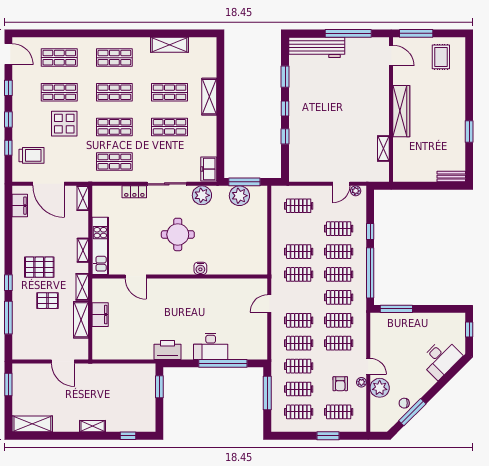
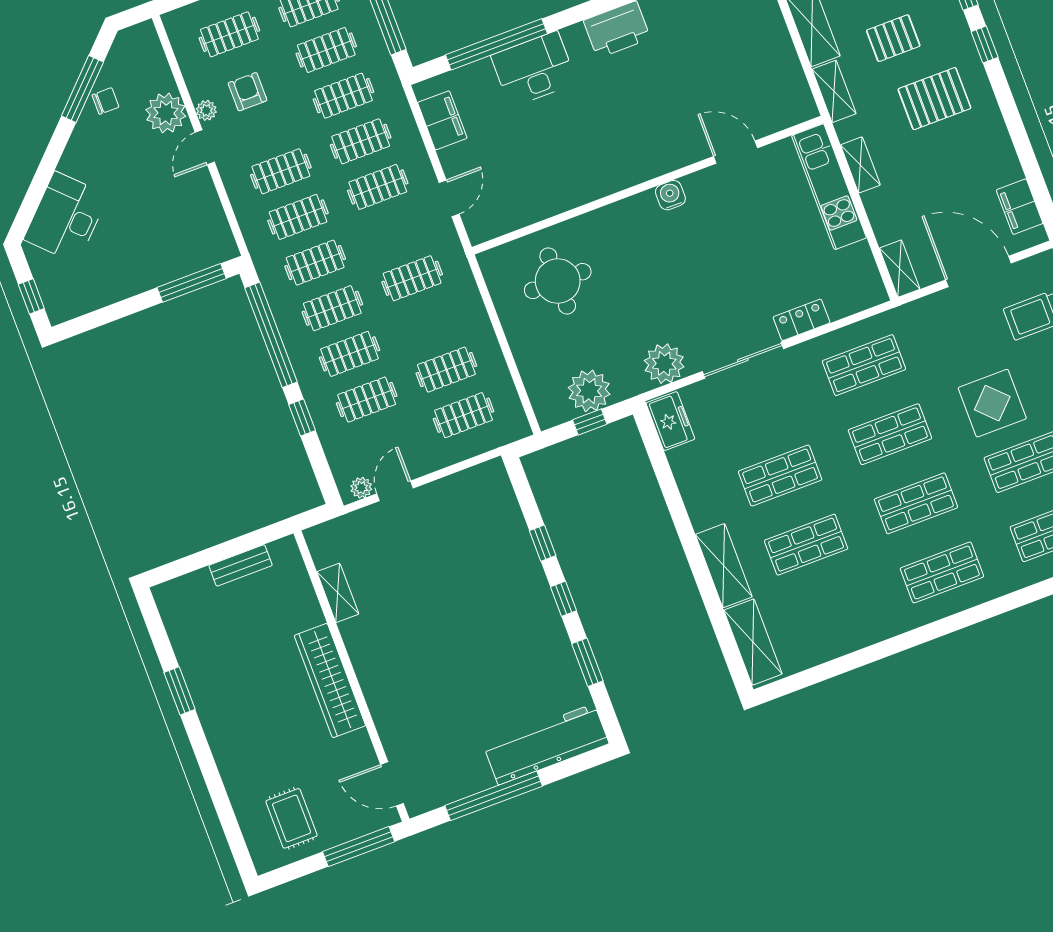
shelving: (170, 45) -> (753, 642), moved, turned 90
bench: (451, 177) -> (241, 565), moved
window: (244, 182) -> (590, 422), width x0.46
round table: (178, 234) -> (558, 281), moved
clothes rail: (299, 252) -> (446, 370), moved
water cooler: (200, 268) -> (670, 195), moved
filing cabinet: (100, 315) -> (442, 120), moved, turned 180
door: (368, 366) -> (205, 147), hinge flipped

